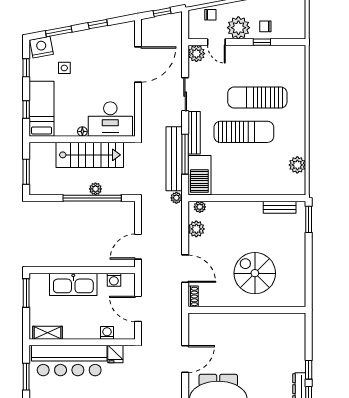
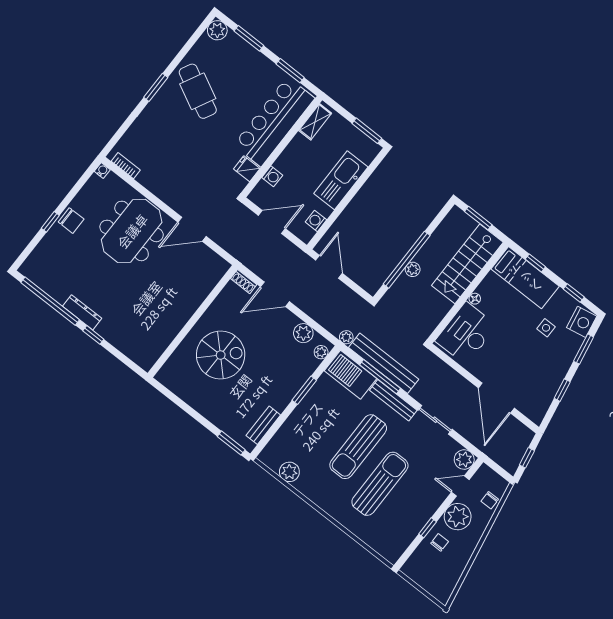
stairs: (90, 155) -> (467, 264), moved
window: (234, 198) -> (304, 390), added
door: (185, 359) -> (192, 229), hinge flipped

